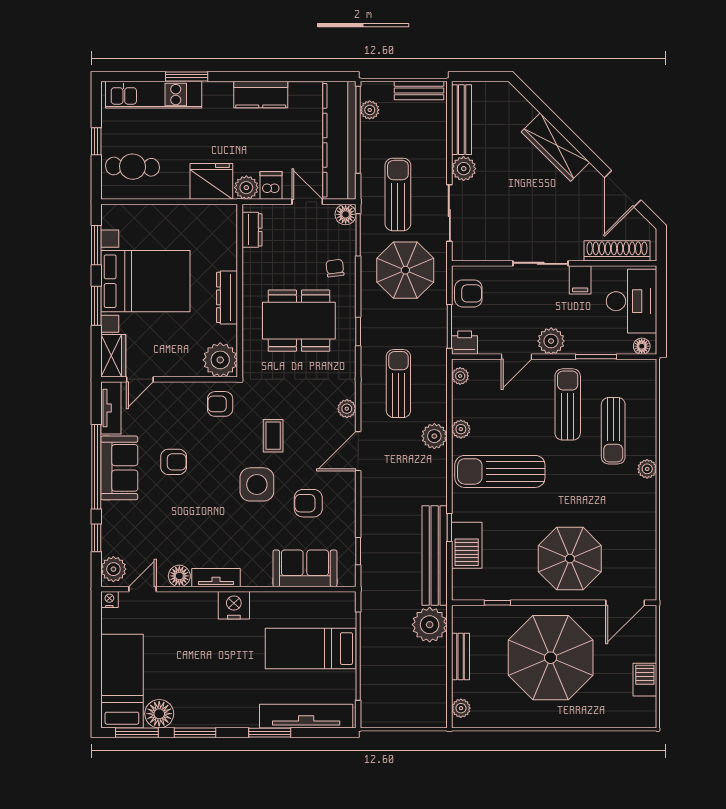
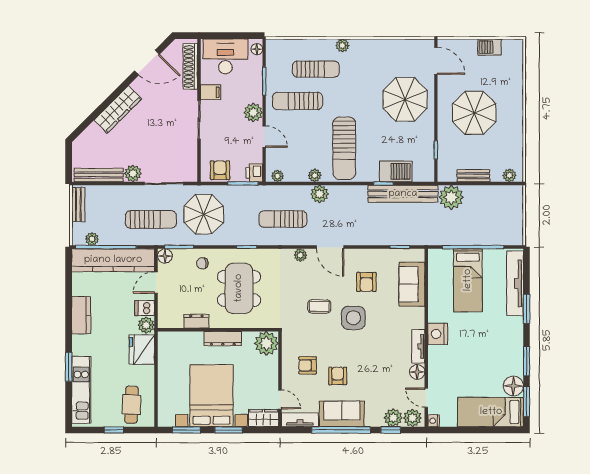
sun lounger: (398, 194) -> (151, 219), turned 180
dresser: (252, 230) -> (196, 321), moved
armchair: (220, 404) -> (308, 365), moved, turned 90
plant: (114, 542) -> (393, 418), added
parasol: (551, 658) -> (474, 113), width x0.73, depth x0.73

